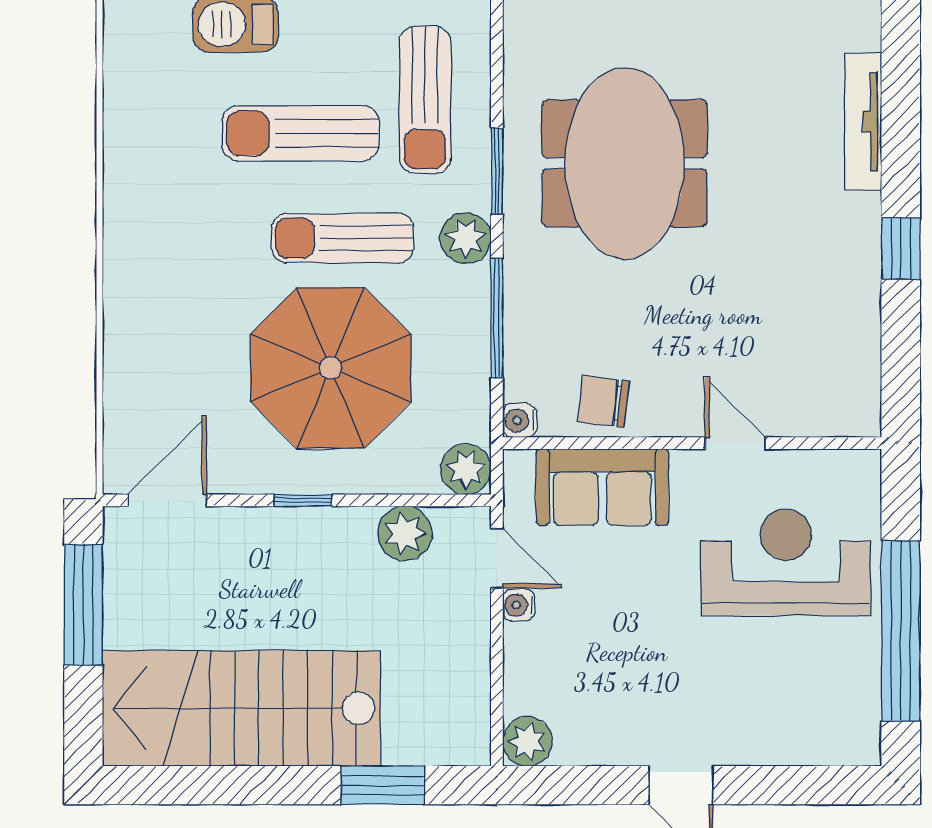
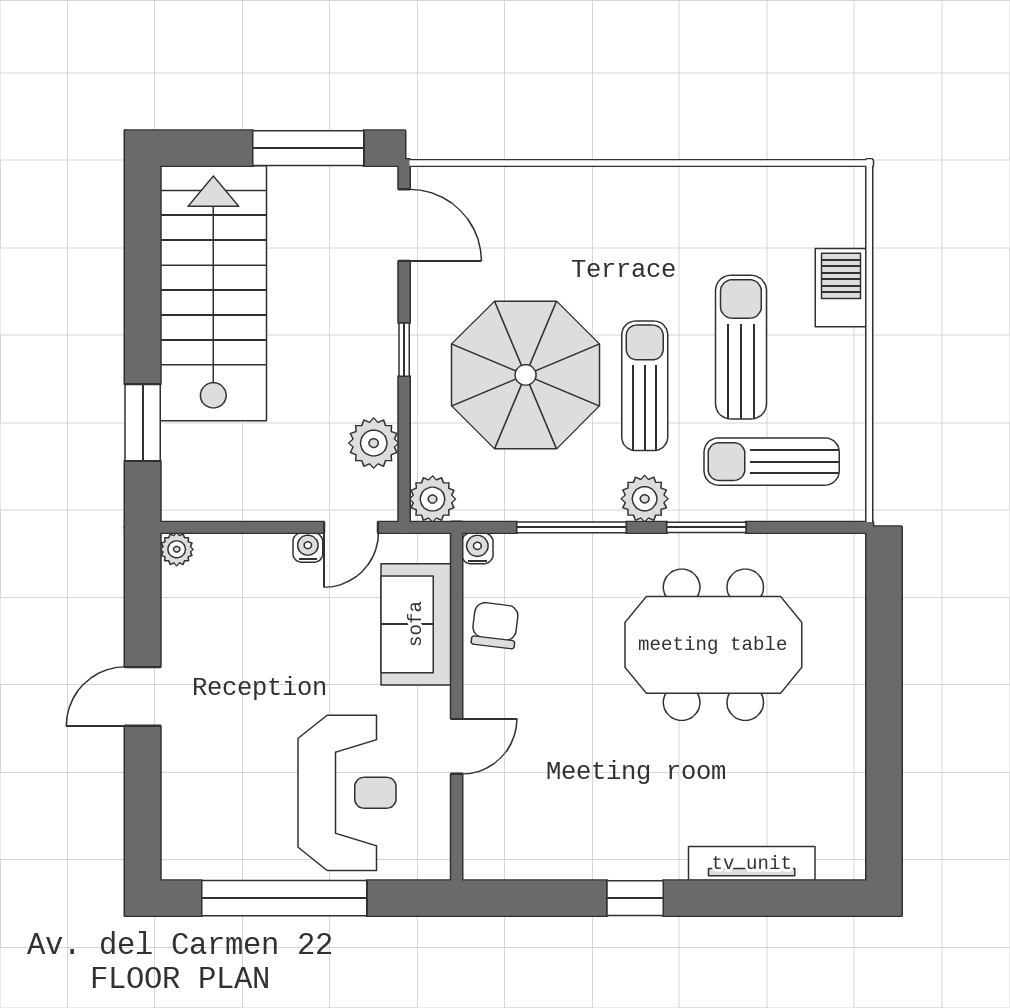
plant: (527, 741) -> (177, 549), width x0.73, depth x0.73

